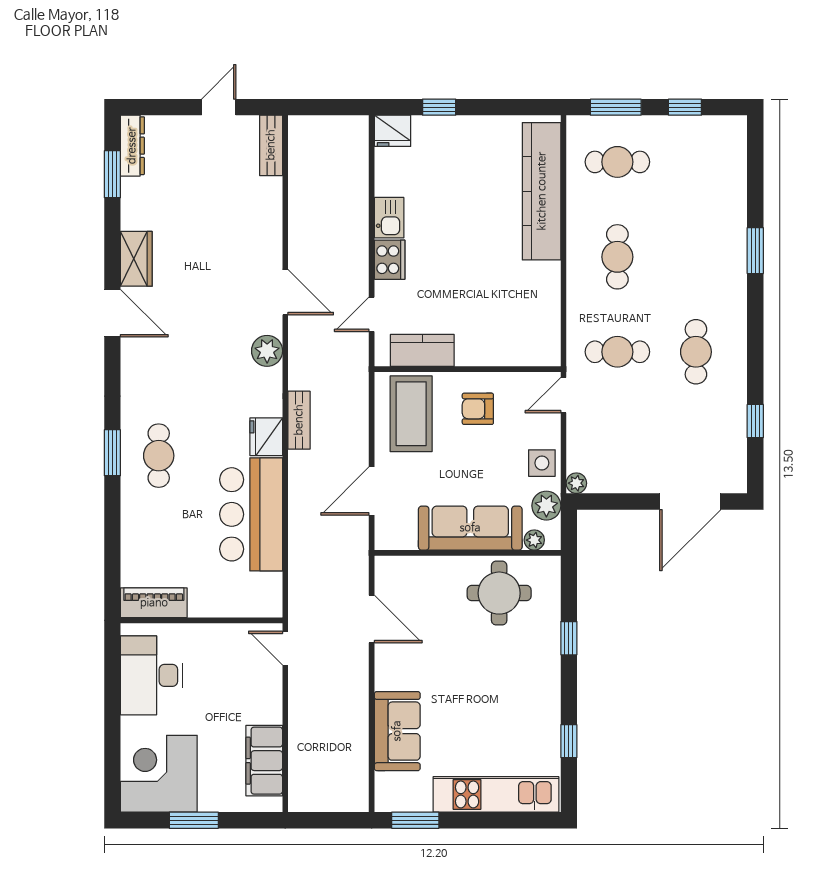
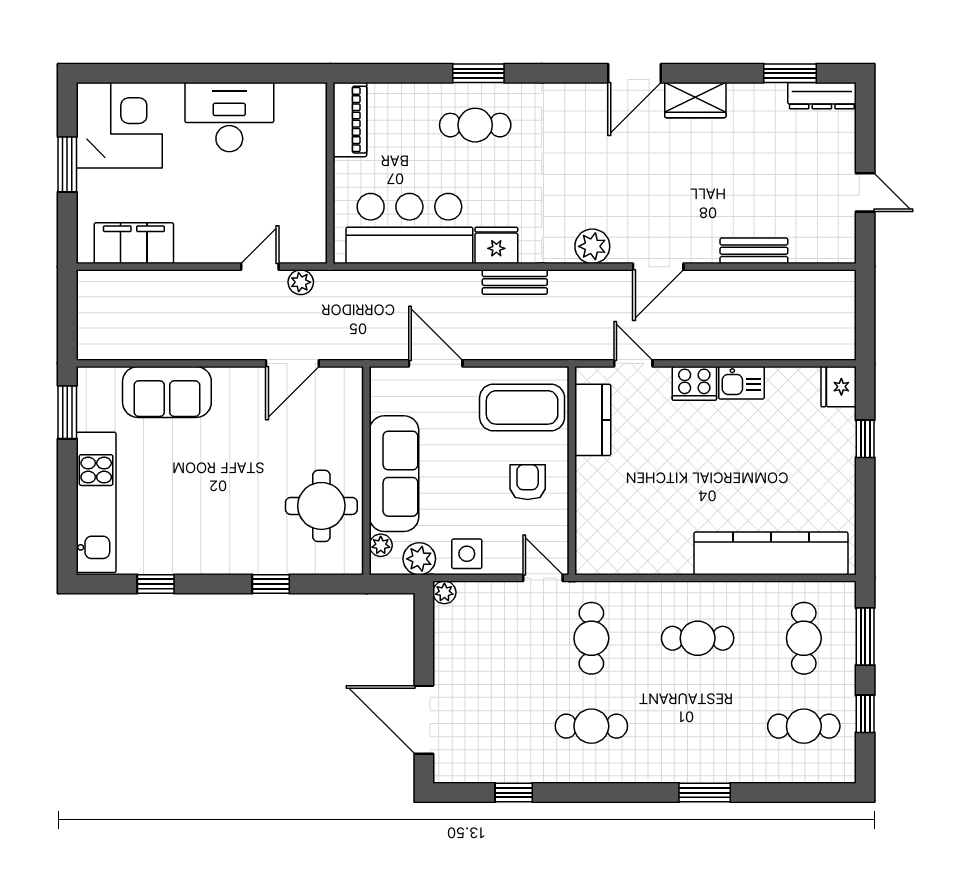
bench: (271, 145) -> (754, 251), moved
cafe table: (696, 162) -> (804, 726), added
piano: (154, 603) -> (350, 120), moved
plant: (299, 612) -> (301, 282), added
wall: (202, 620) -> (330, 173), moved

